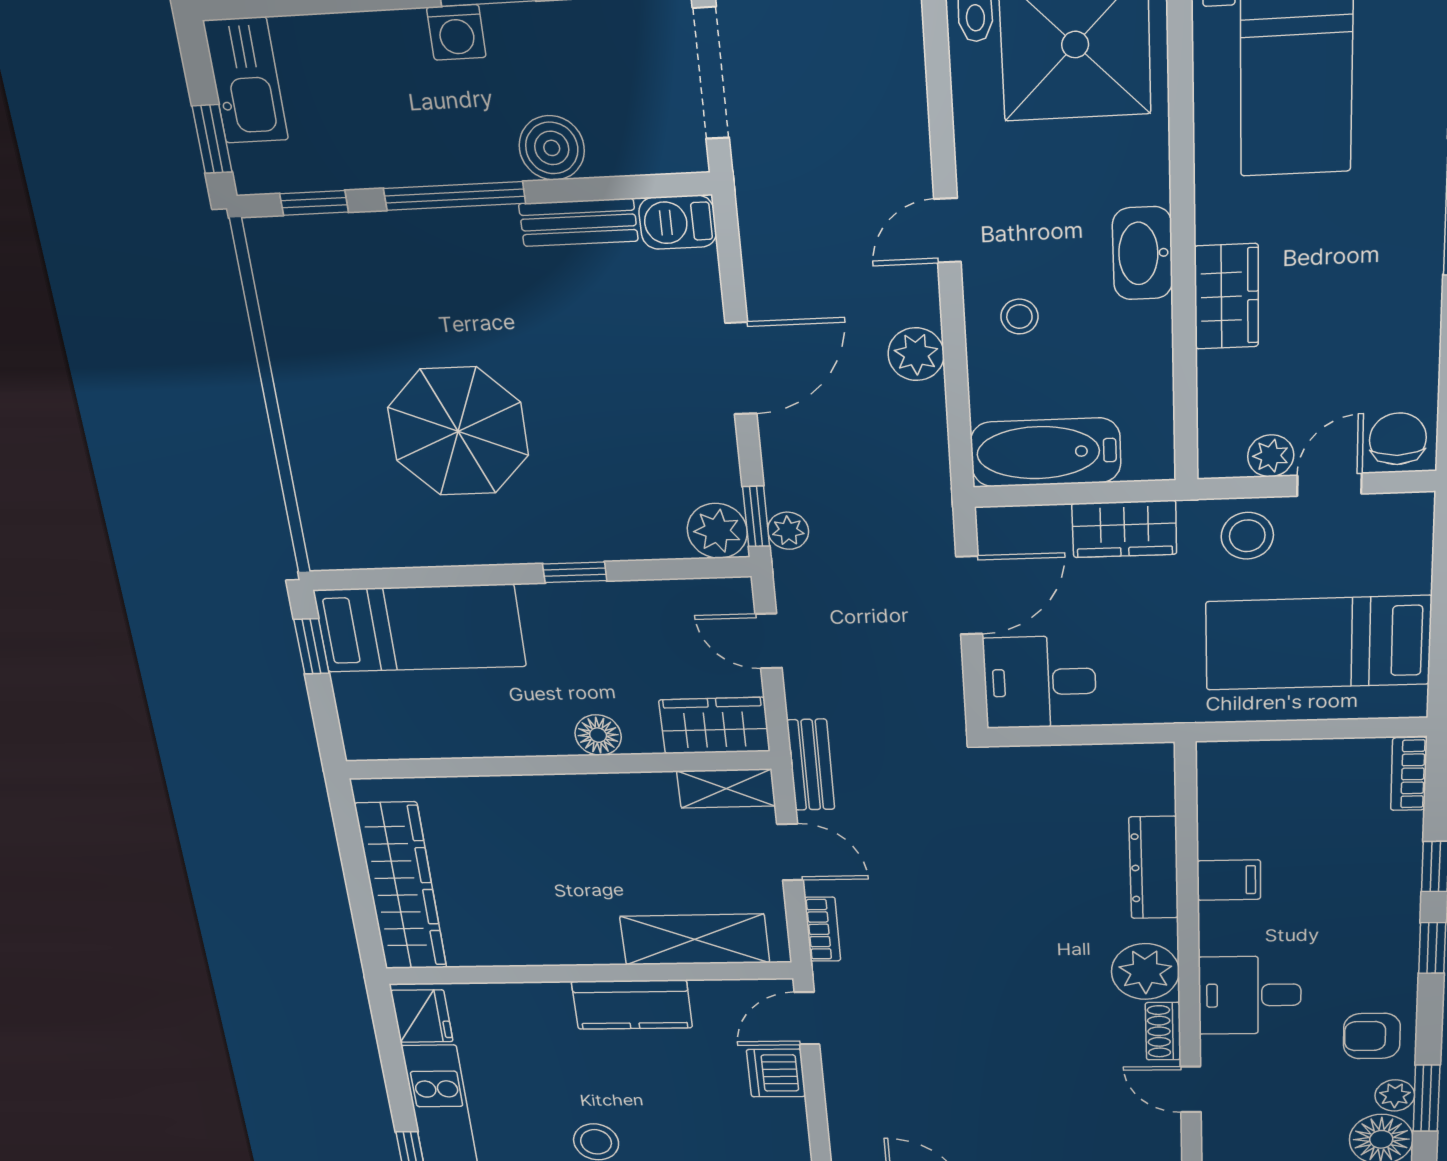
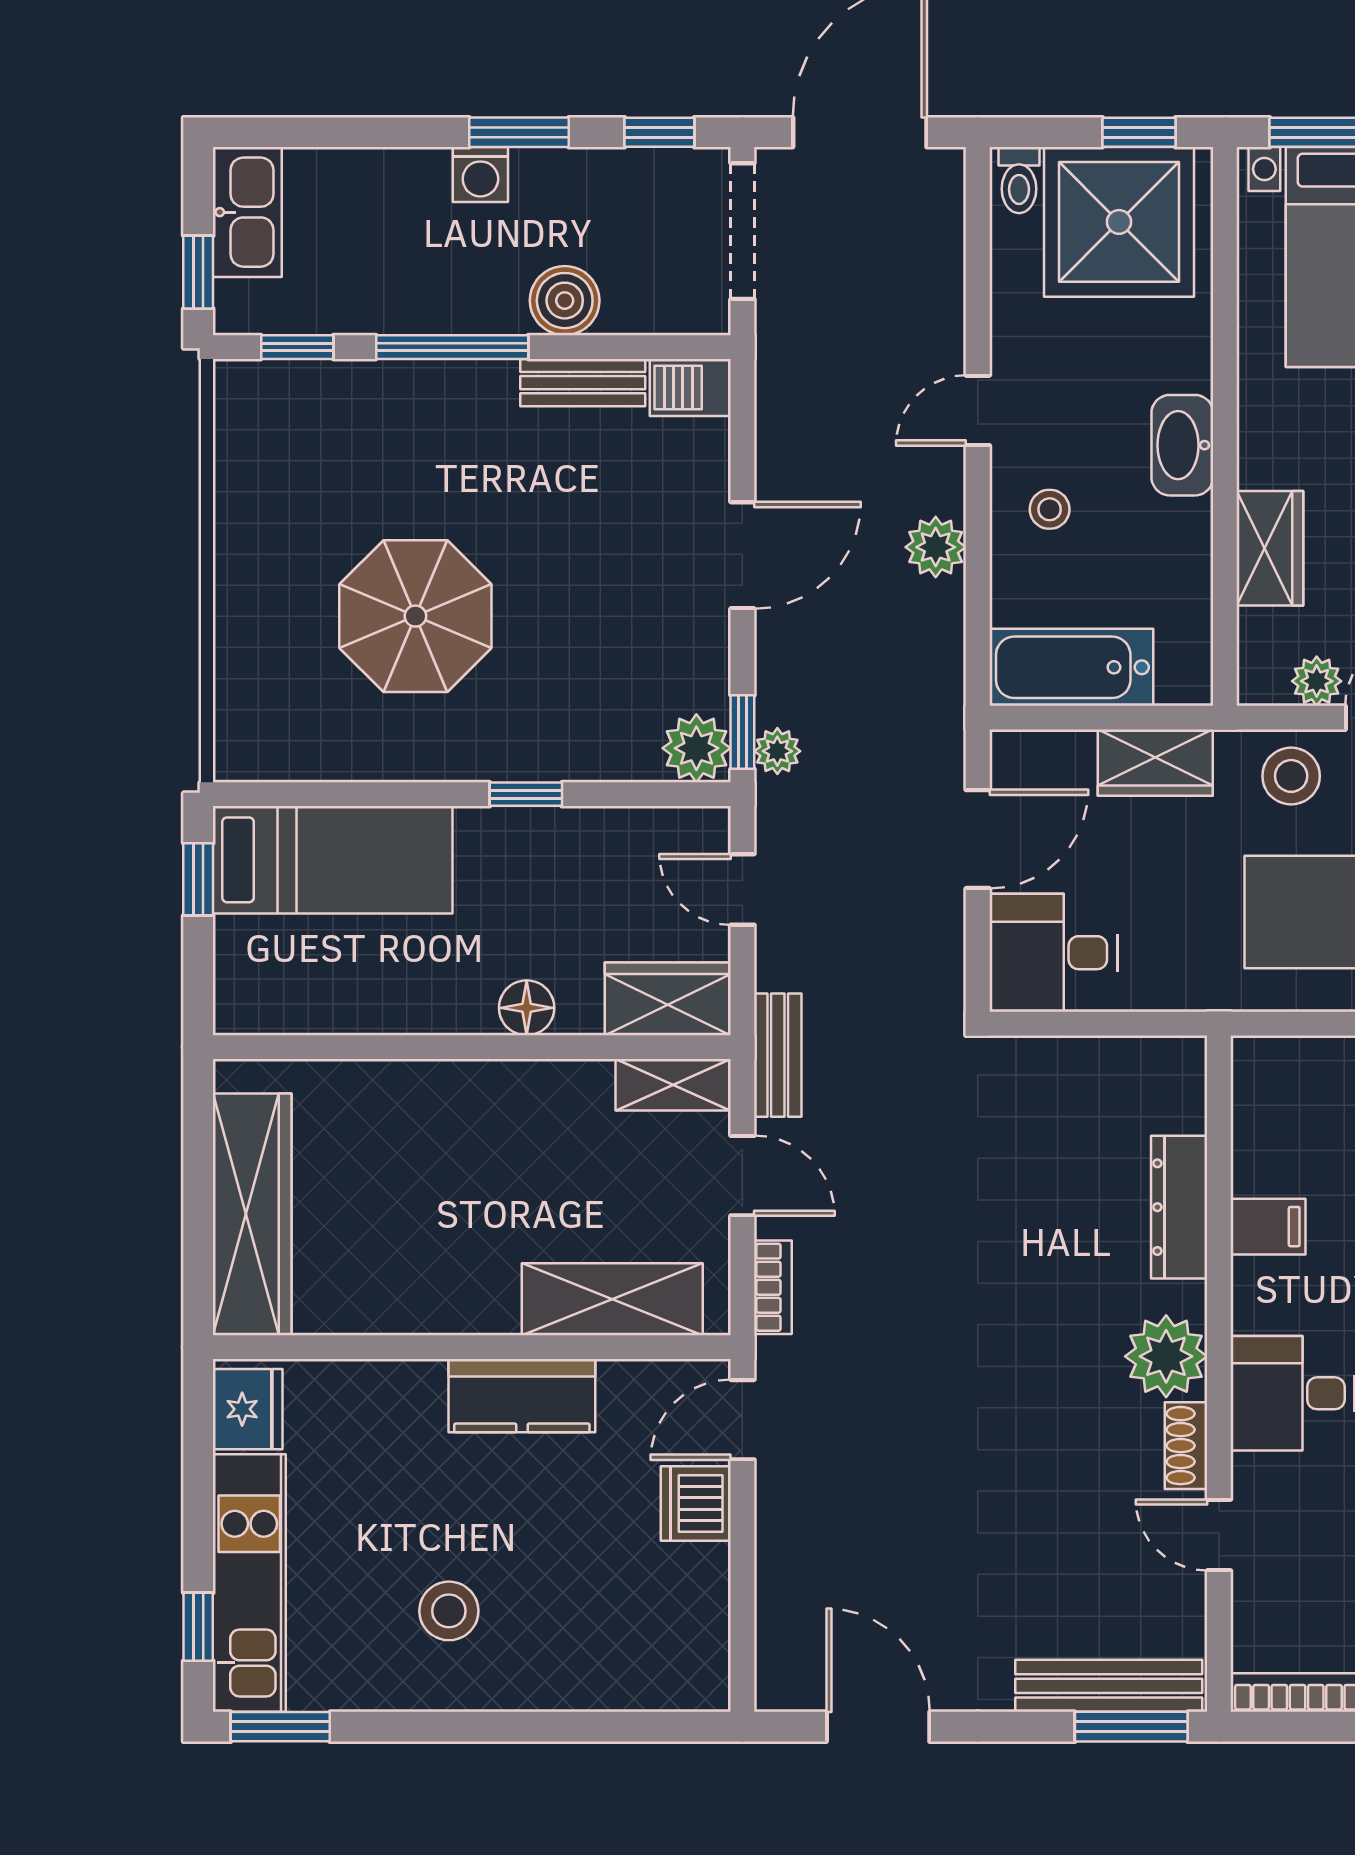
wardrobe: (1226, 297) -> (1270, 548), moved

